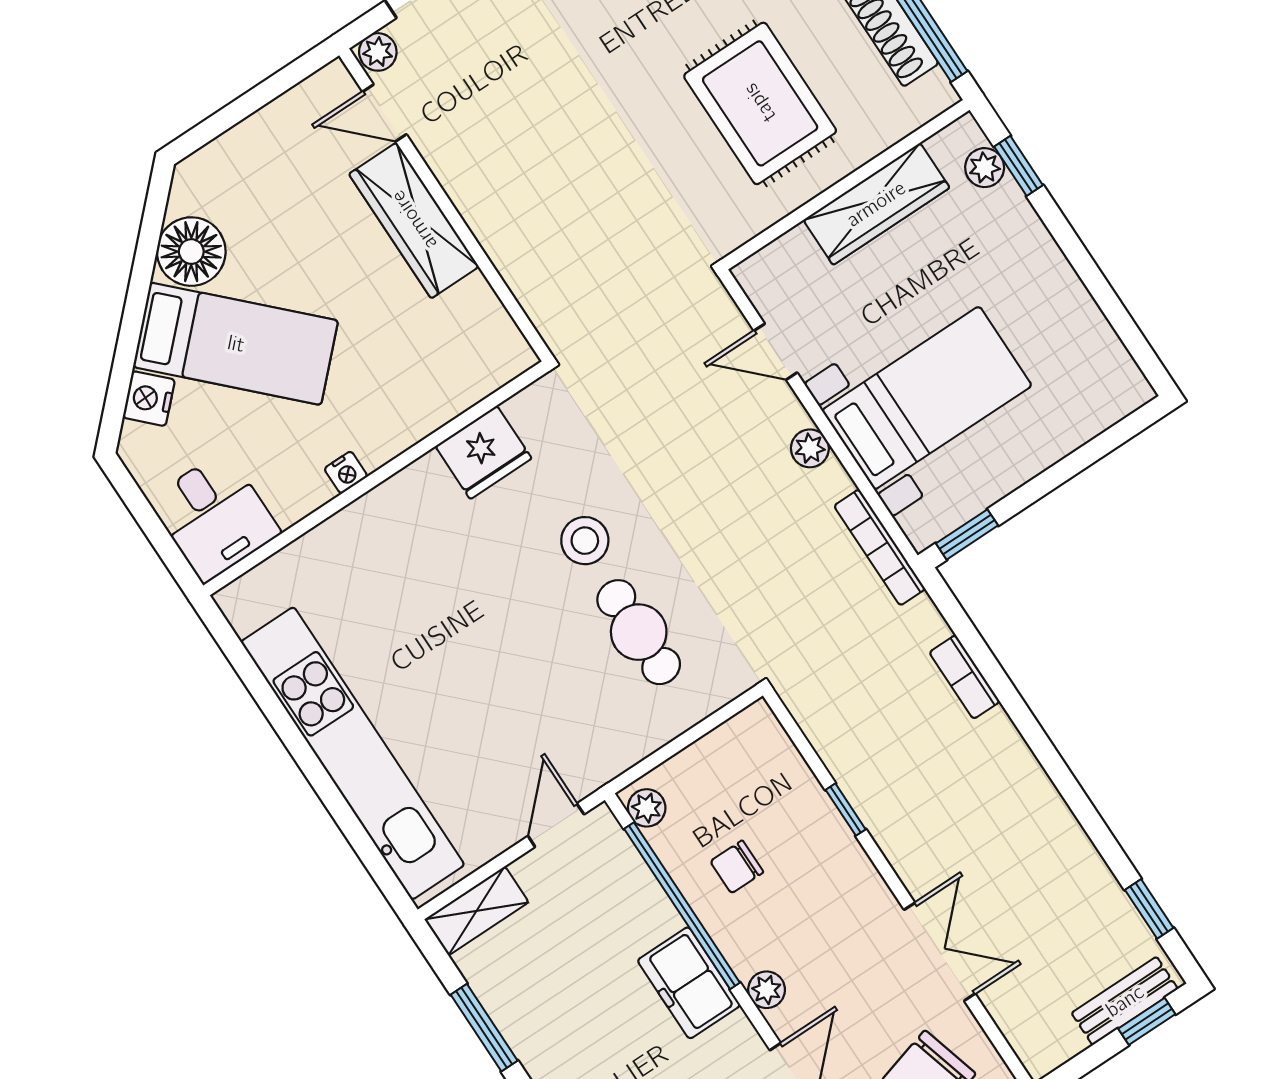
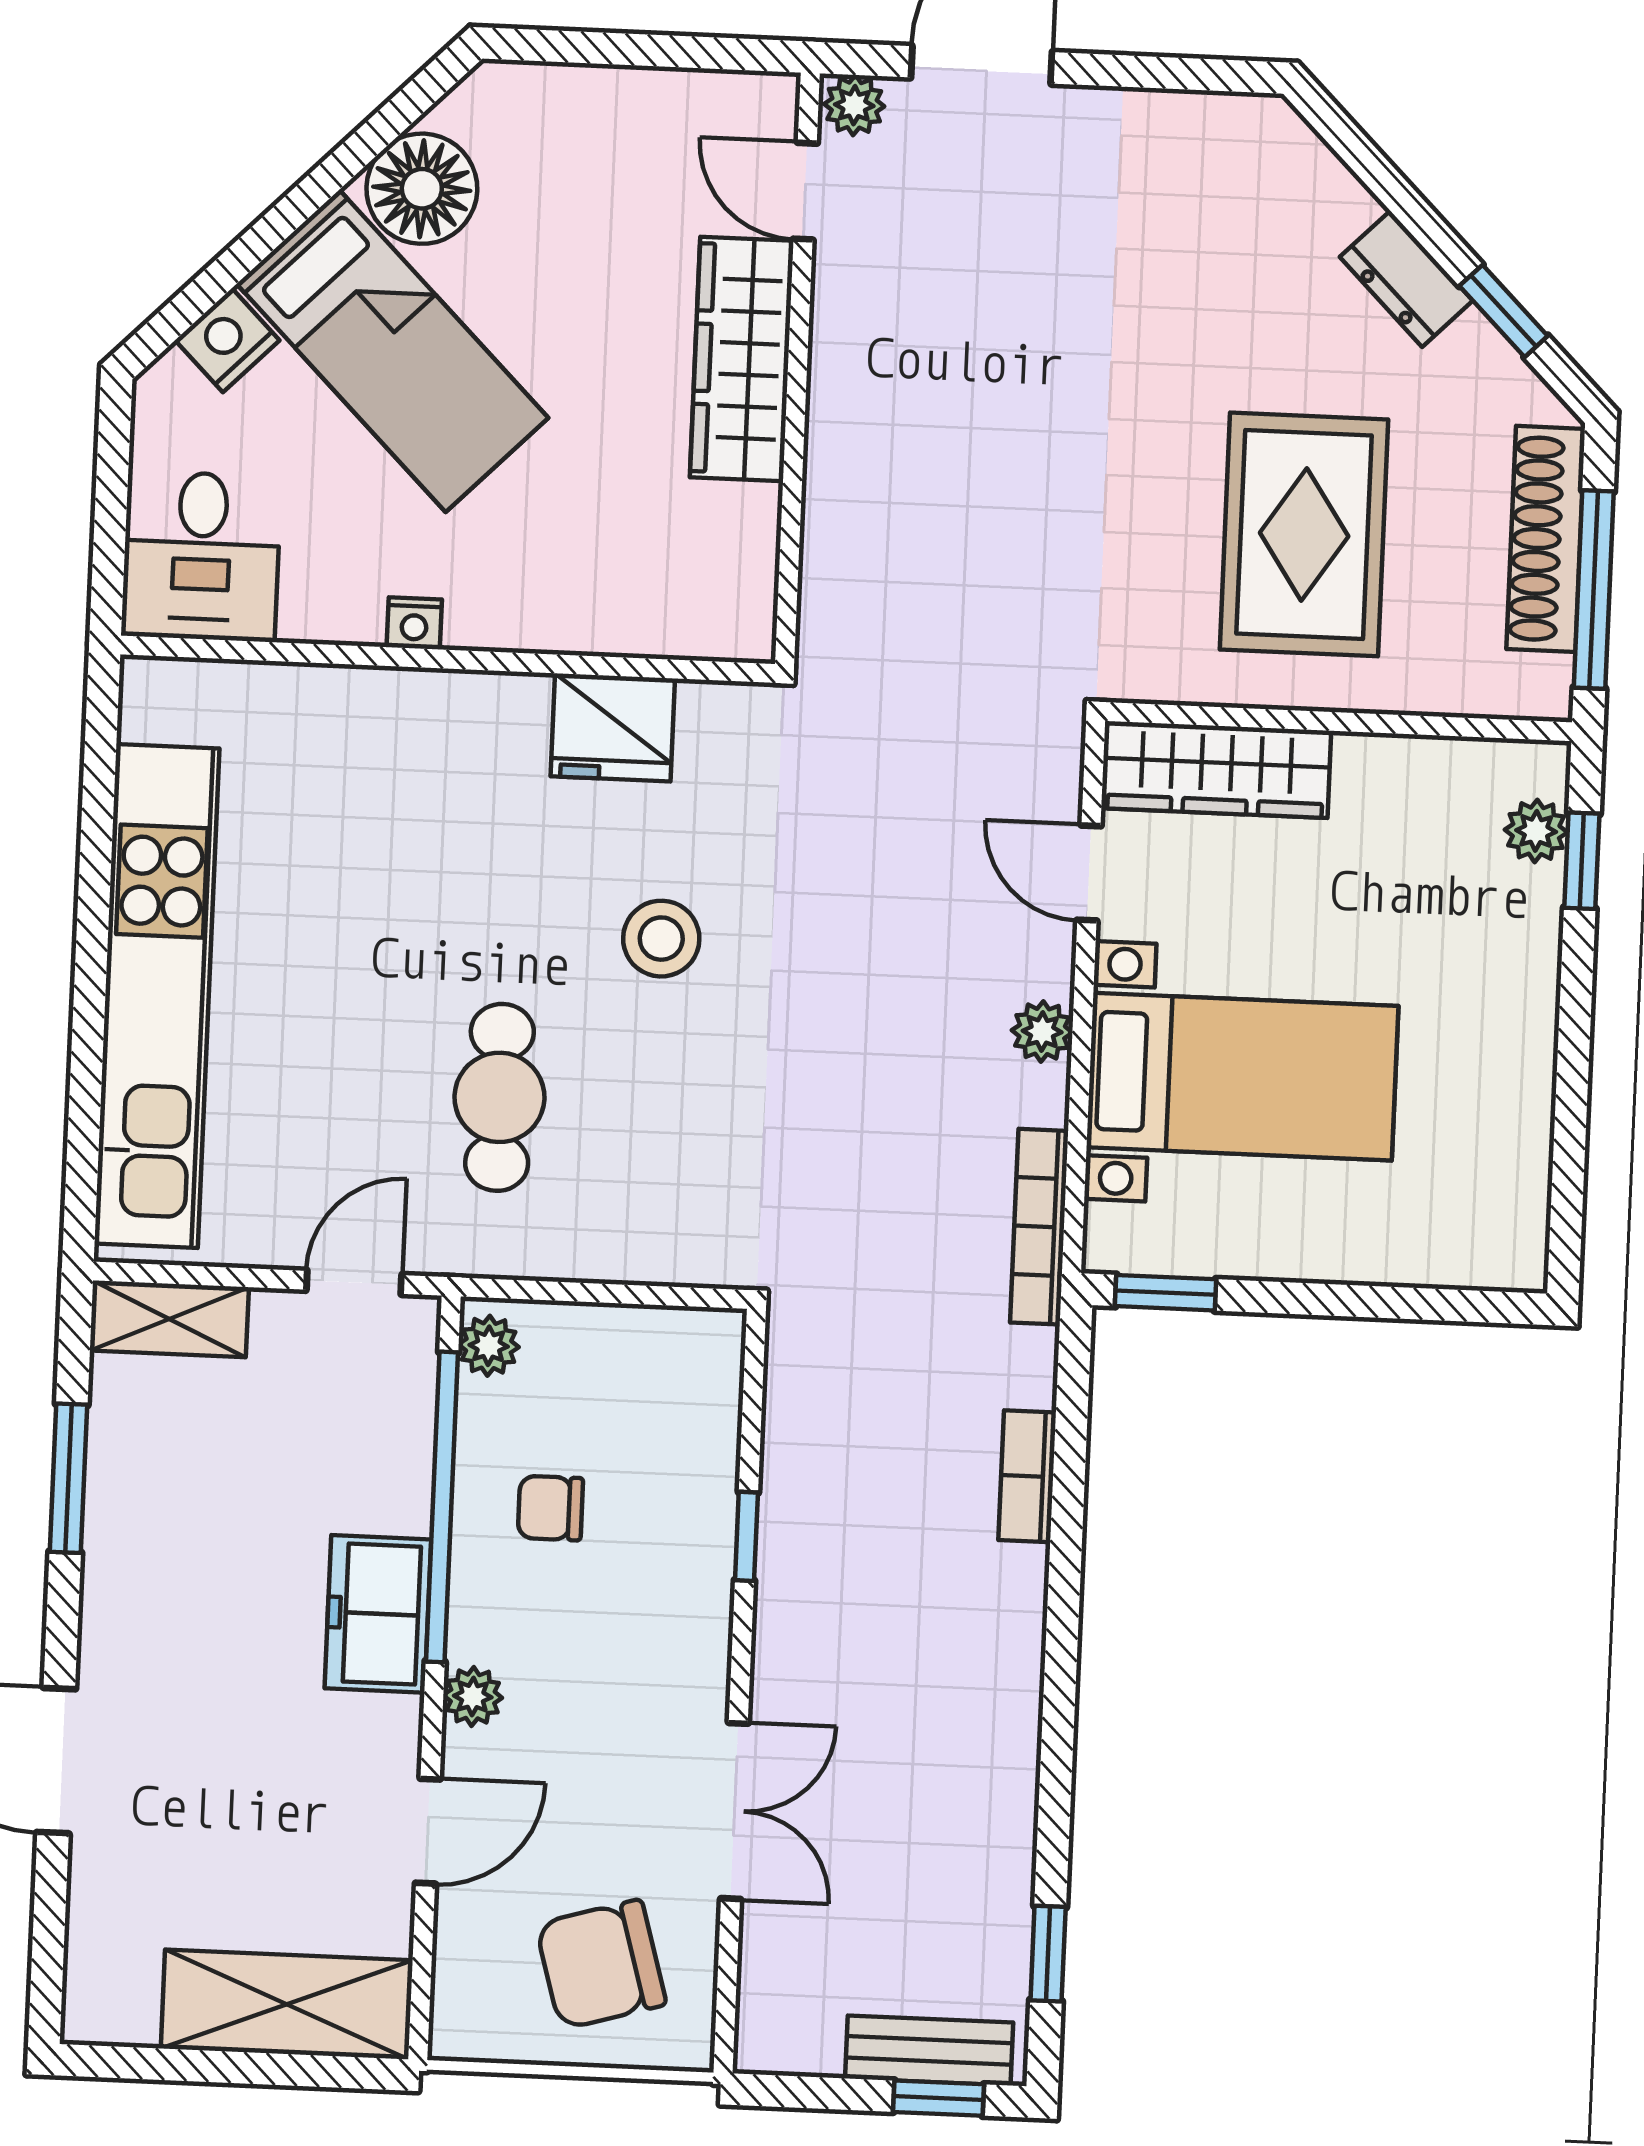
wardrobe: (876, 204) -> (1216, 770), moved
cafe table: (639, 632) -> (499, 1097), moved

